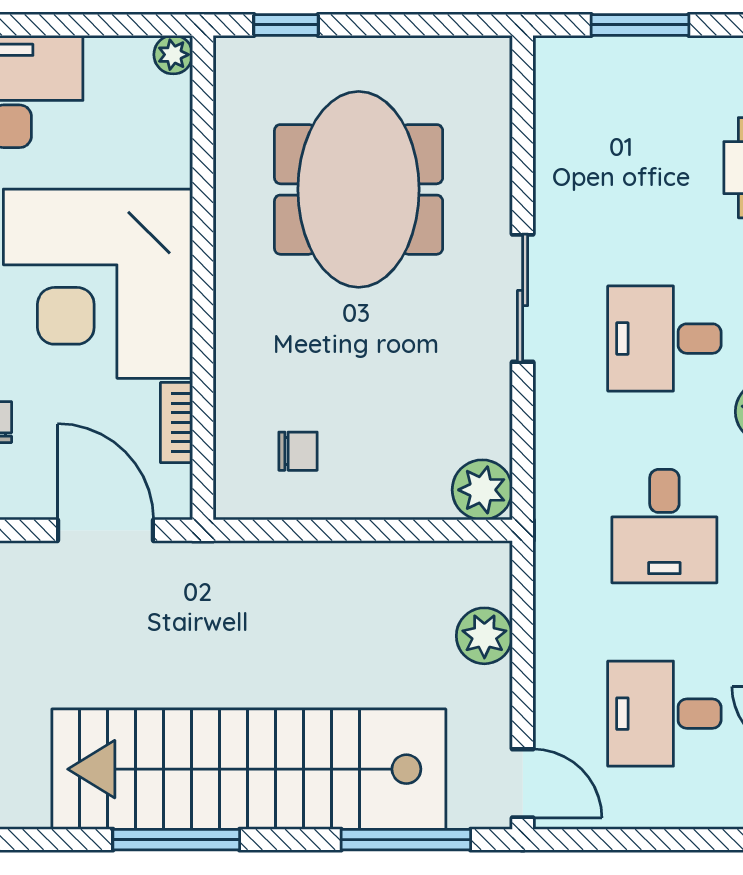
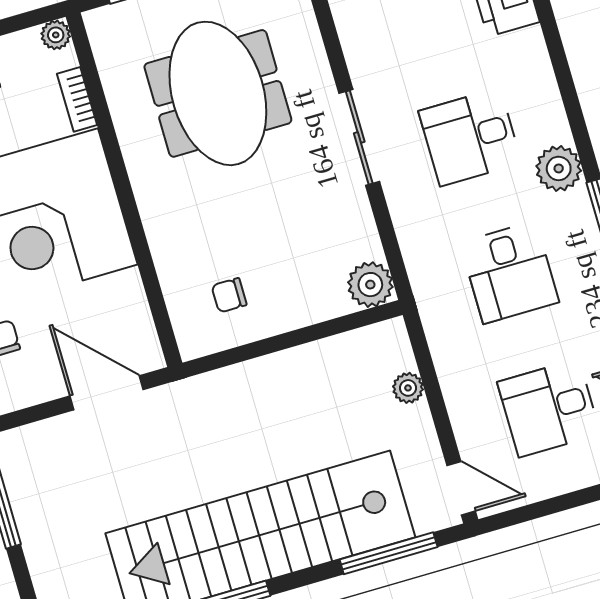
bookcase: (177, 423) -> (77, 99), moved
chair: (298, 451) -> (229, 295), turned 180
plant: (484, 636) -> (408, 388), width x0.73, depth x0.73

